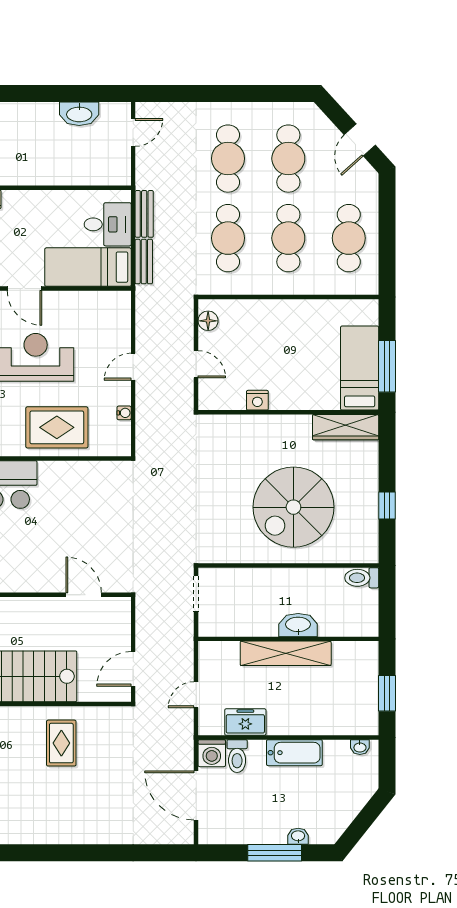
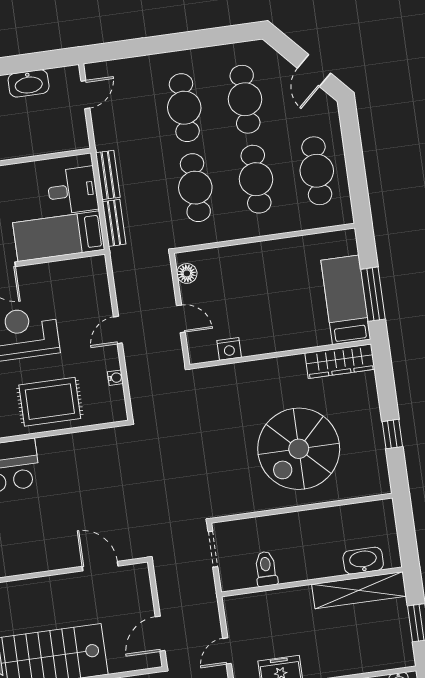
nightstand: (257, 400) -> (229, 349), moved
toilet: (362, 578) -> (266, 569), moved, turned 90
washbasin: (298, 625) -> (363, 561), moved
shelving: (286, 653) -> (359, 590), moved

